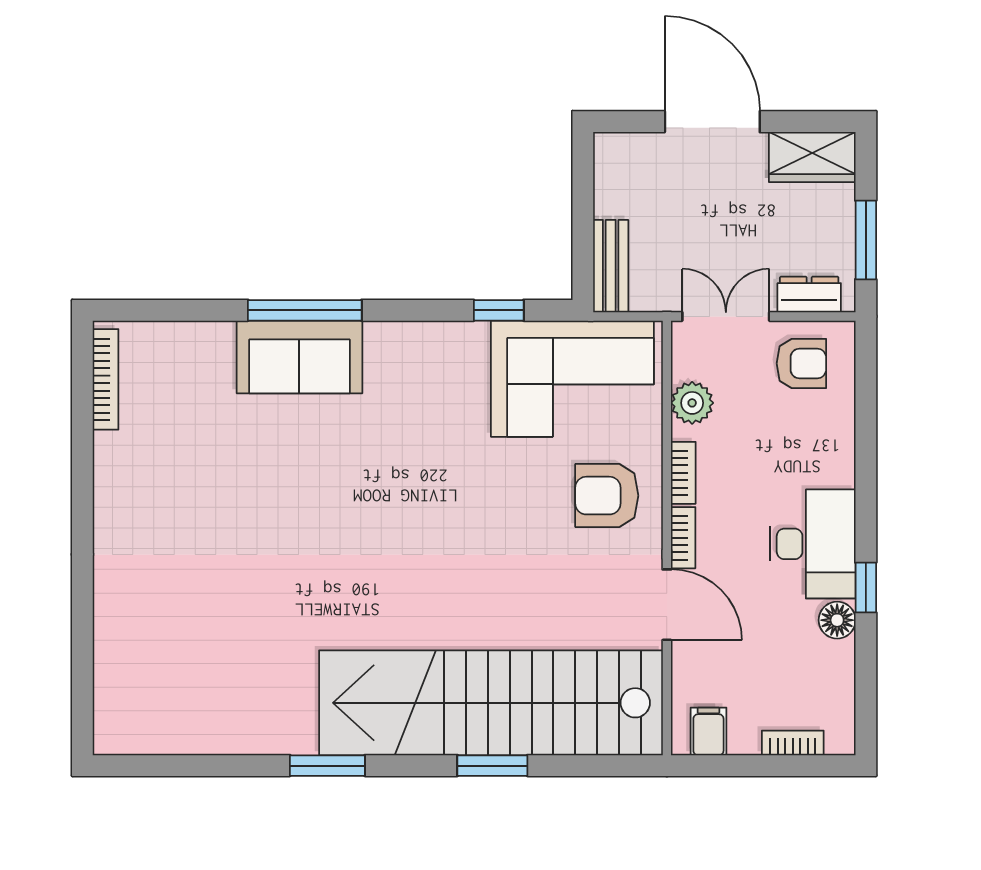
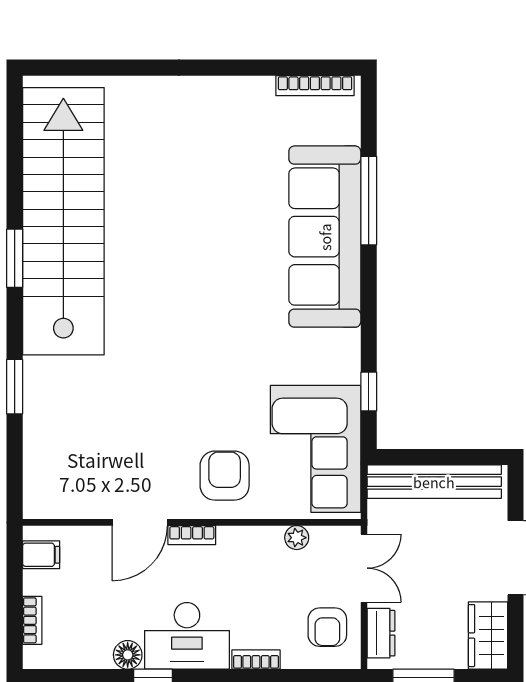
bench: (611, 266) -> (434, 482), width x1.86, depth x1.21
window: (305, 310) -> (369, 201), moved
sofa: (299, 357) -> (325, 237), width x1.85, depth x1.27
plant: (692, 403) -> (297, 538), width x0.73, depth x0.73
bookcase: (683, 473) -> (256, 660), moved, turned 180
stairs: (491, 703) -> (63, 221), moved

